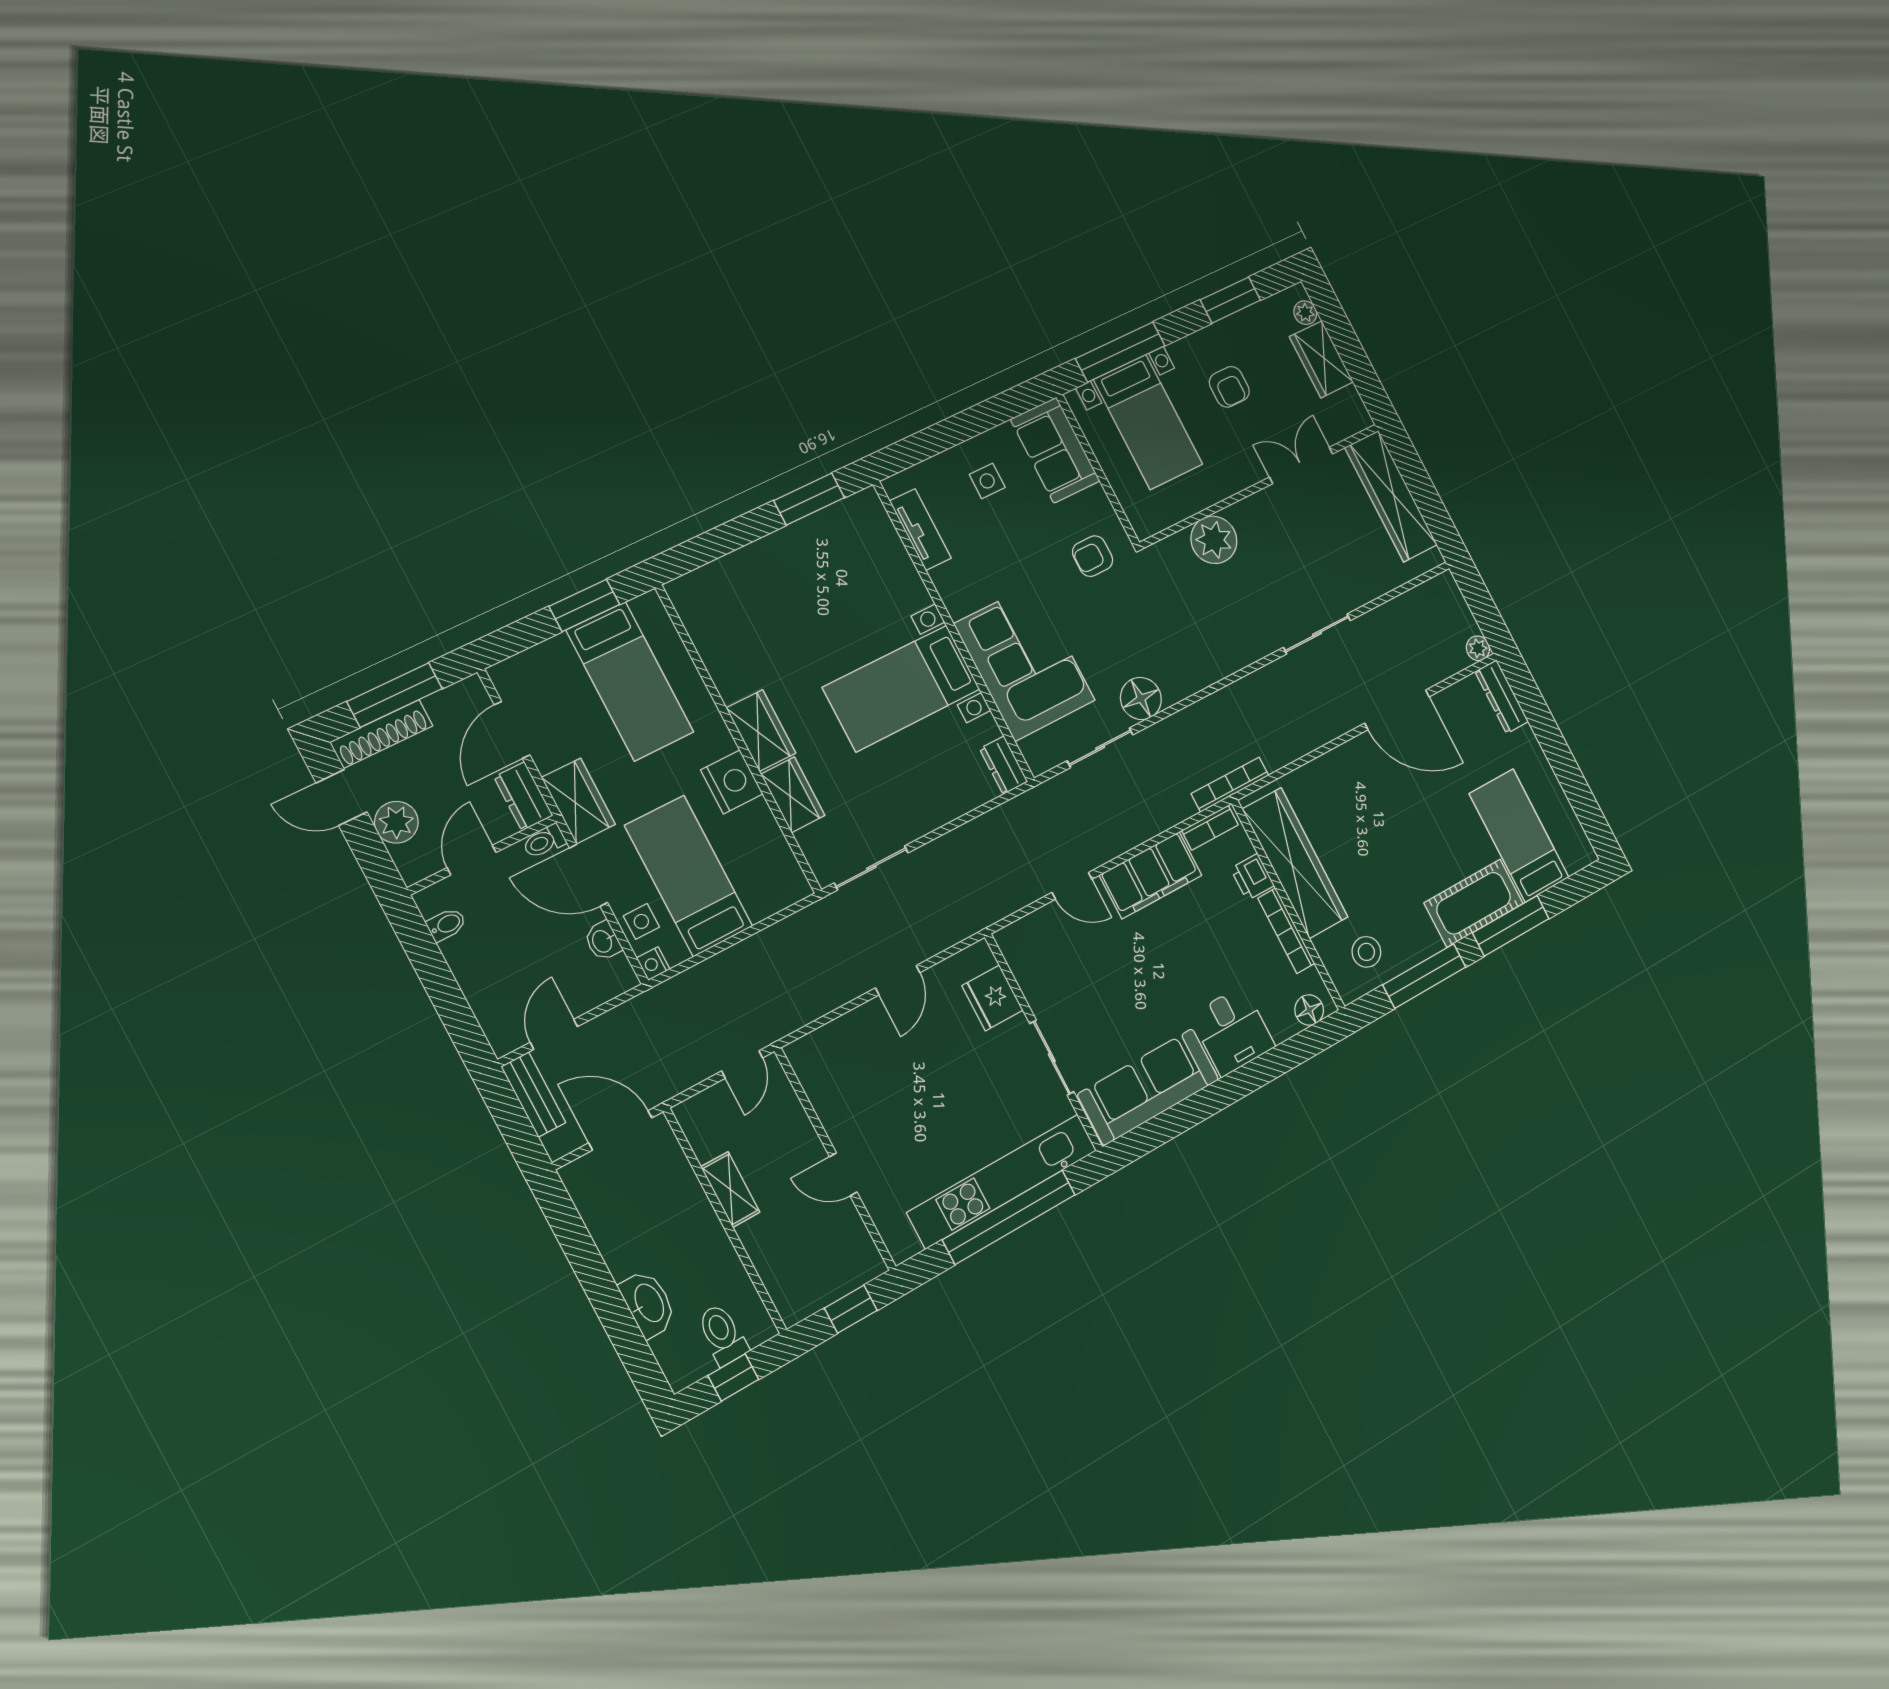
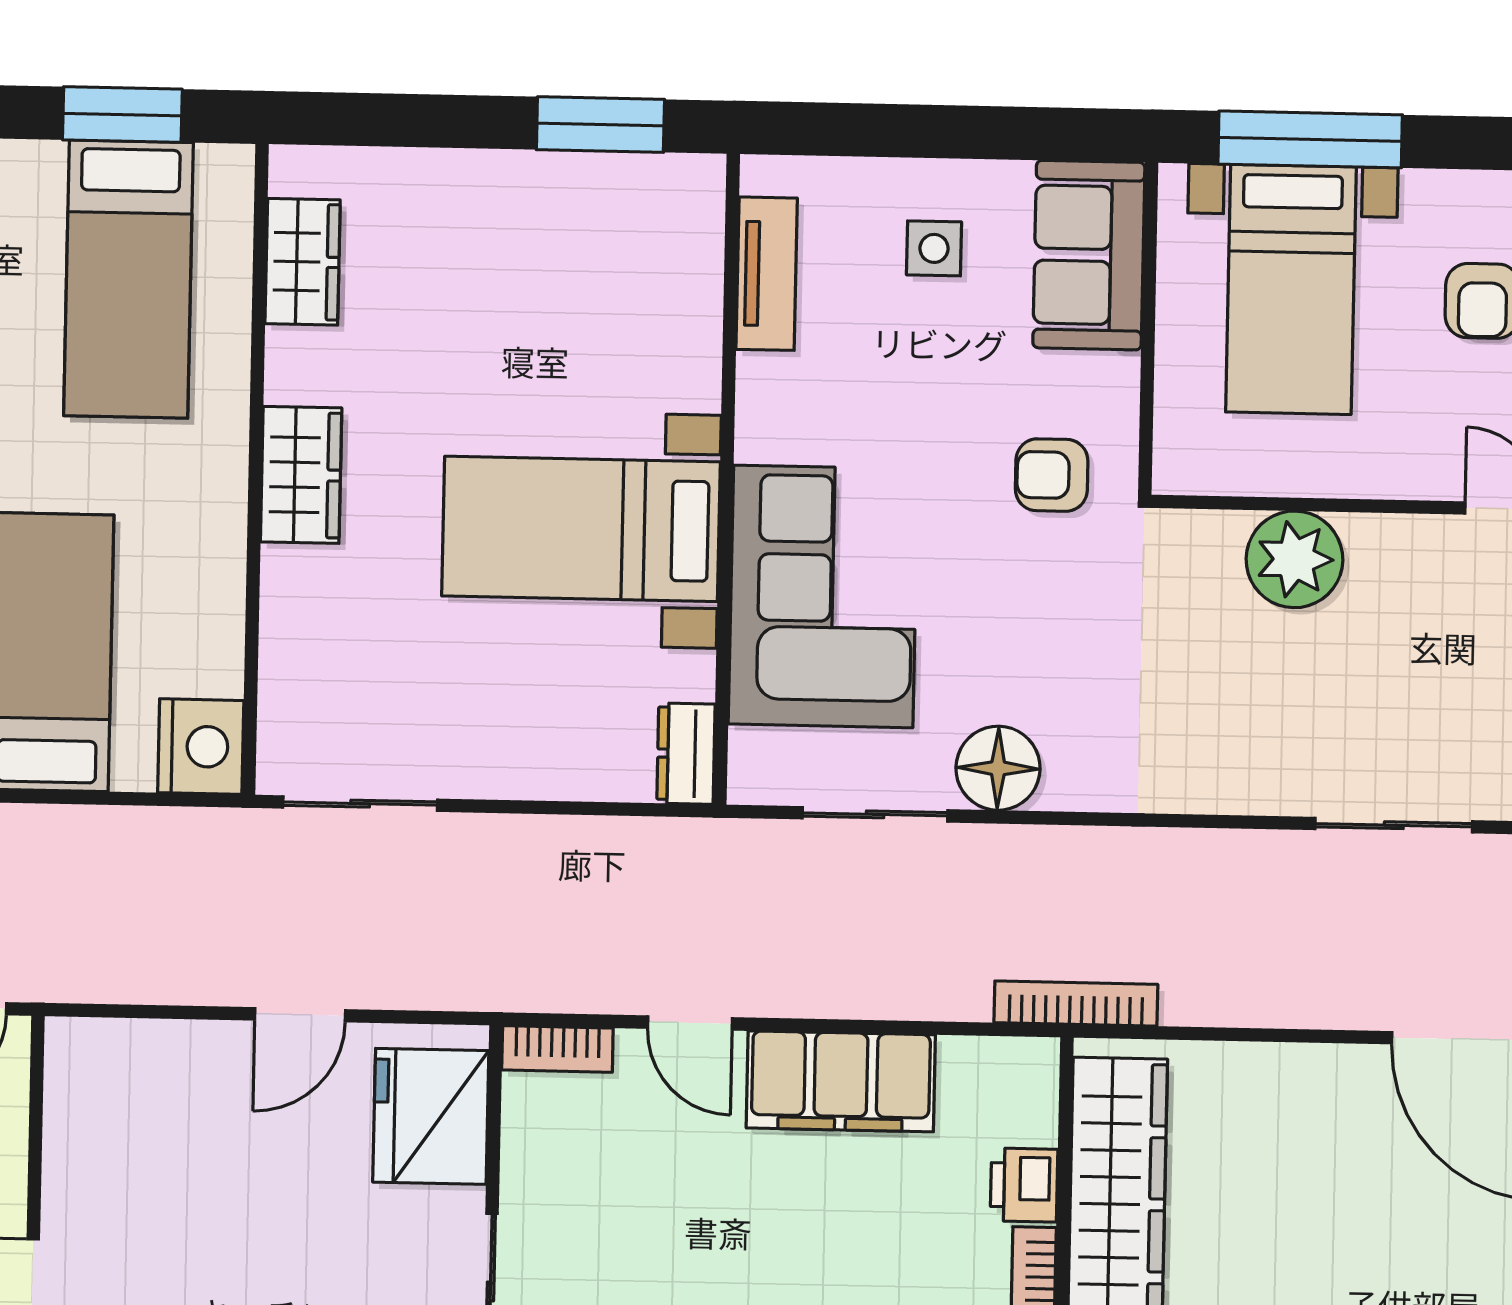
nightstand: (732, 782) -> (201, 747), moved
wardrobe: (793, 795) -> (303, 262), moved
bookcase: (1210, 828) -> (557, 1049), moved
fridge: (992, 998) -> (431, 1116), width x1.36, depth x1.34

